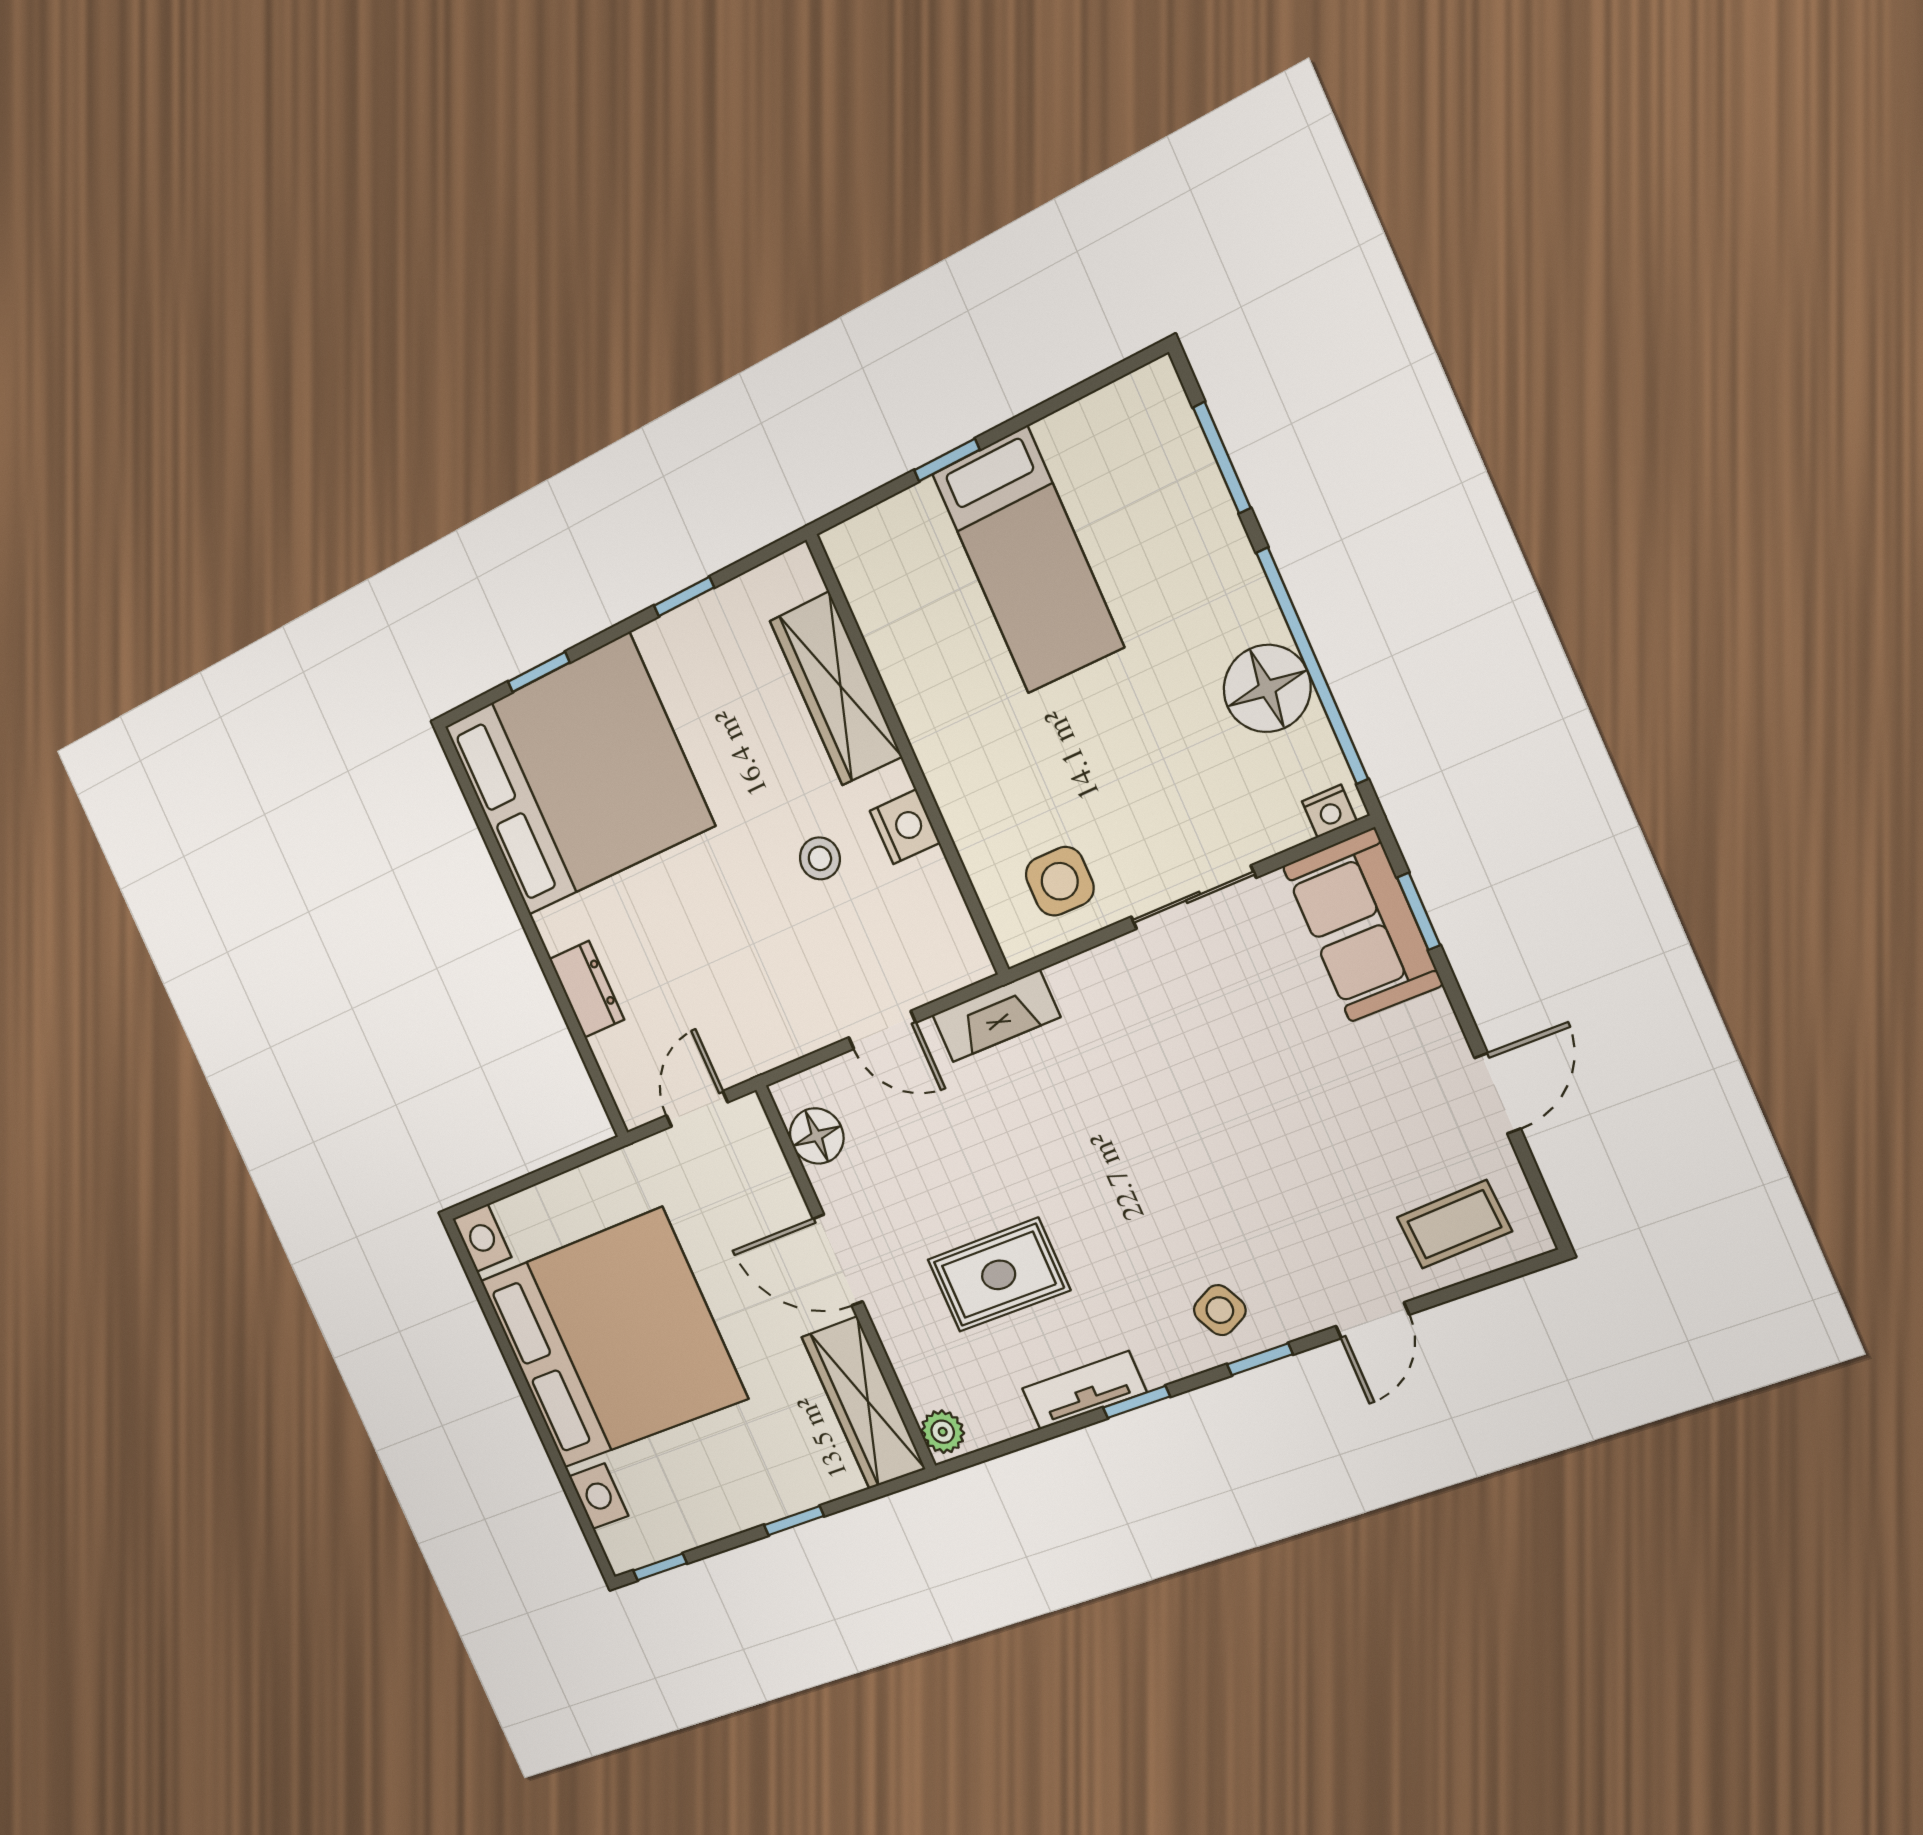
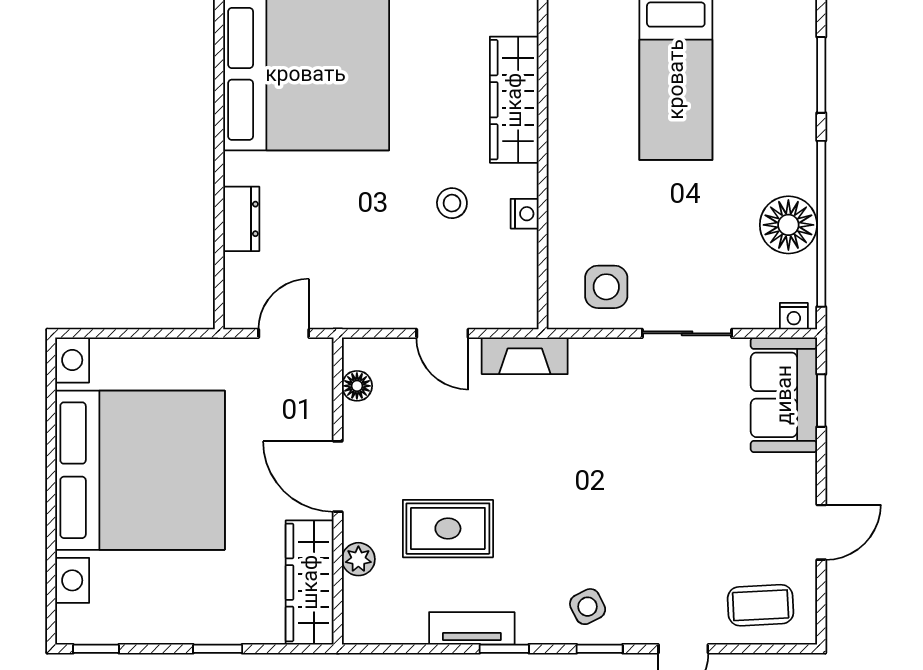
nightstand: (905, 827) -> (525, 214), width x0.72, depth x0.74
floor lamp: (817, 1136) -> (357, 386), width x0.73, depth x0.73
plant: (943, 1432) -> (358, 559), moved

